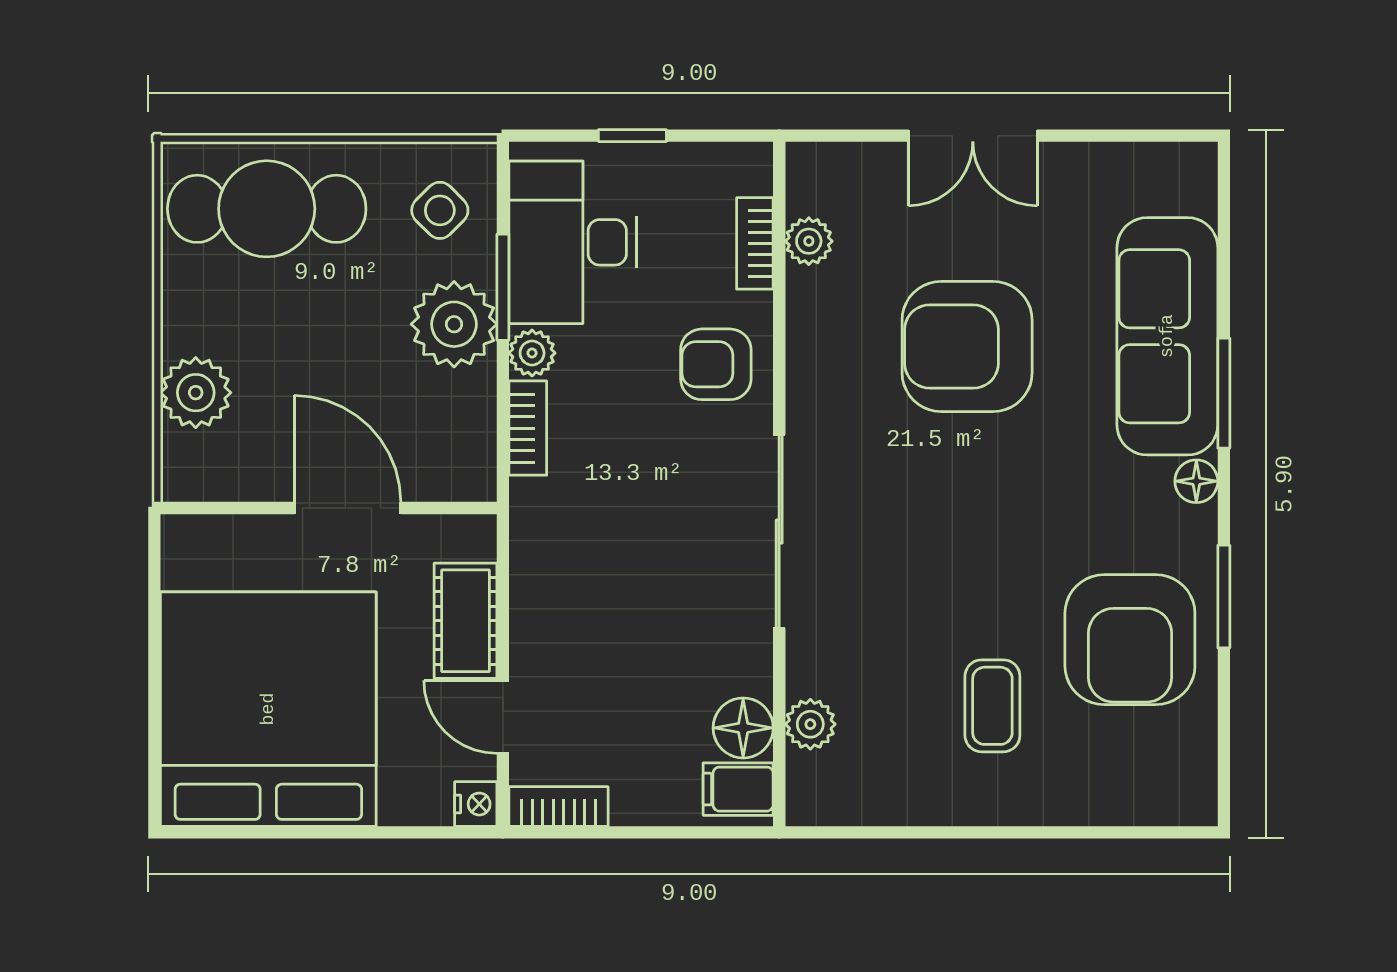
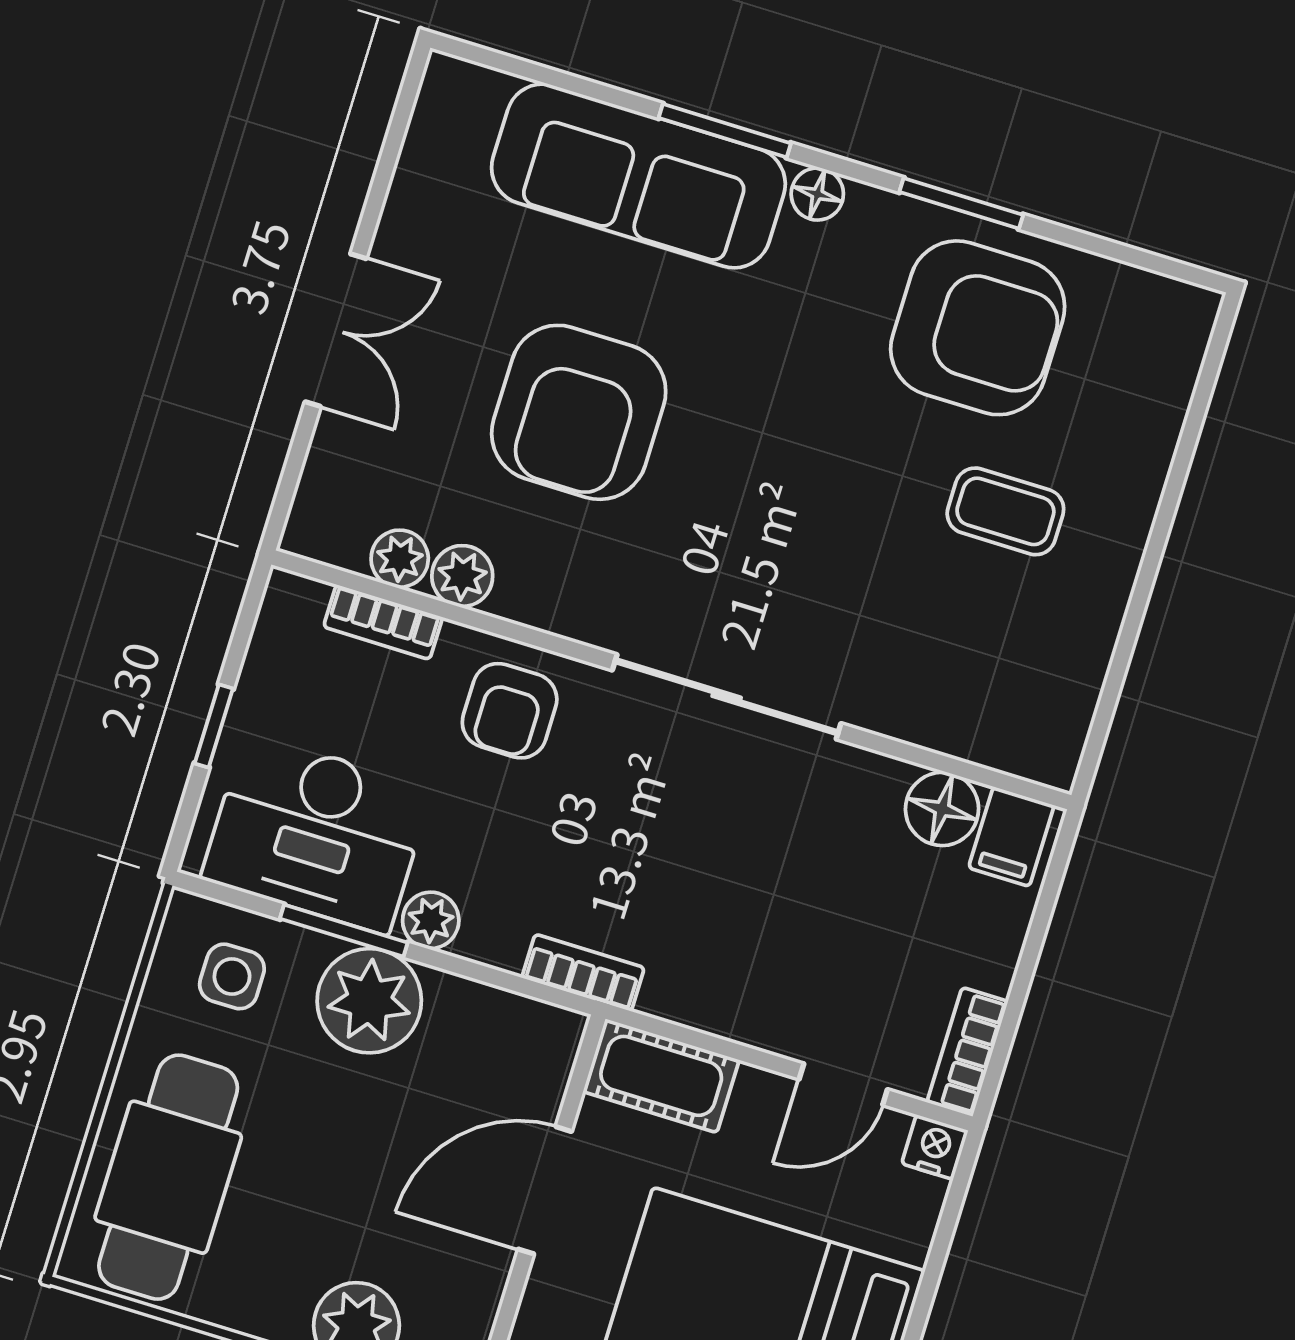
side table: (440, 210) -> (232, 976), turned 45
bookcase: (528, 428) -> (583, 973), moved
cot: (466, 621) -> (661, 1076), moved
plant: (810, 724) -> (462, 576), moved

